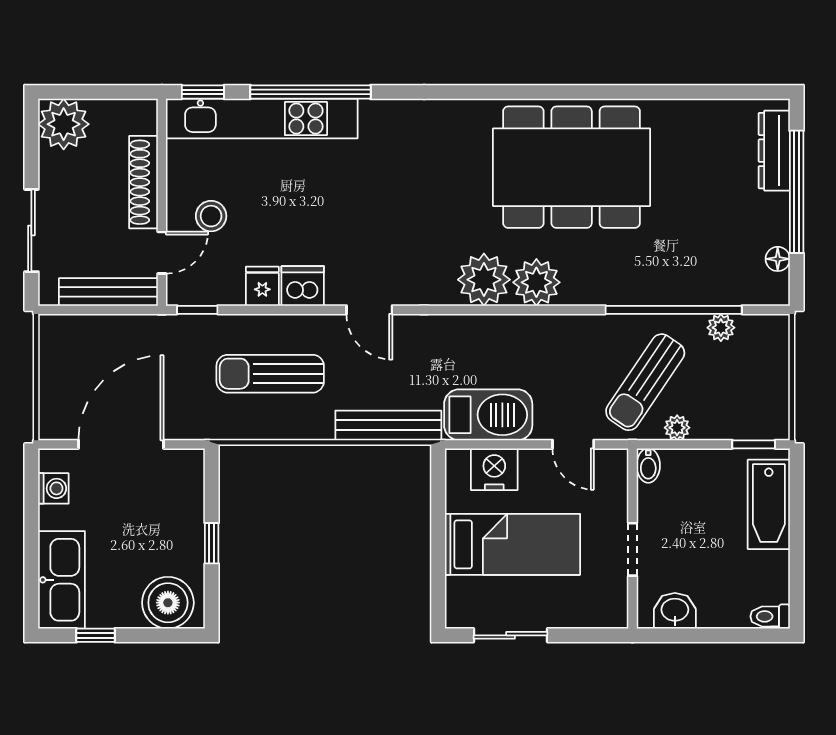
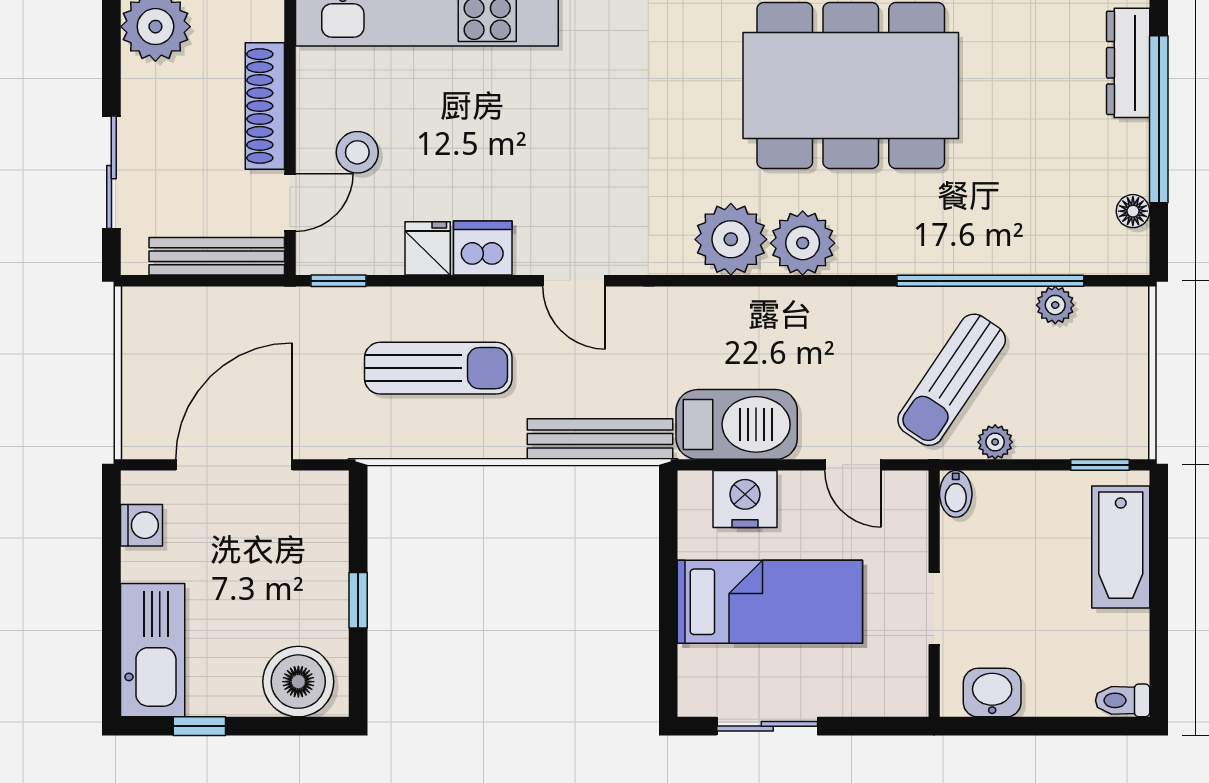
sun lounger: (270, 374) -> (438, 368), turned 180

